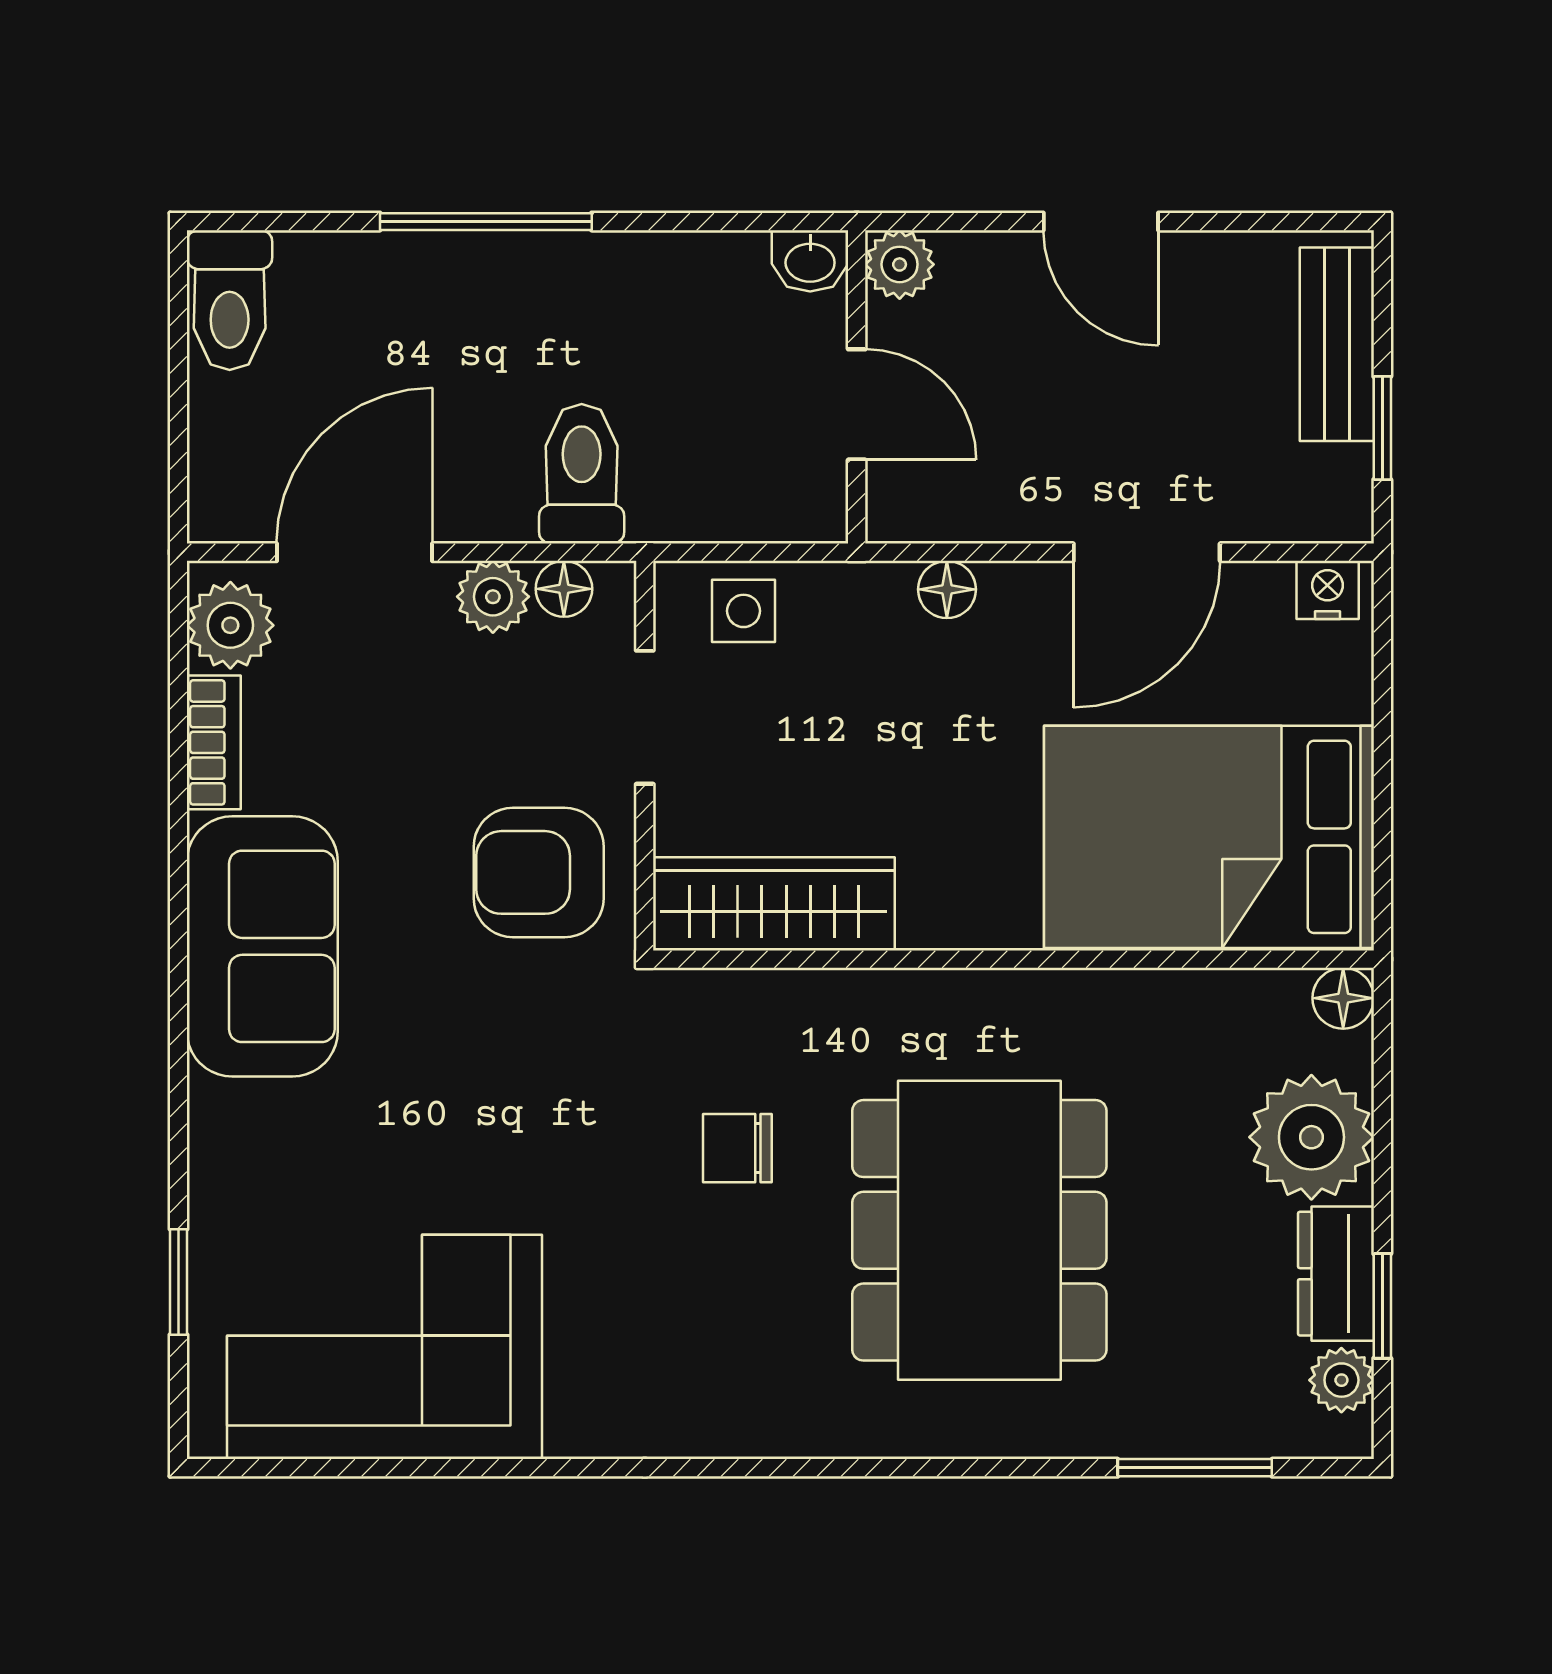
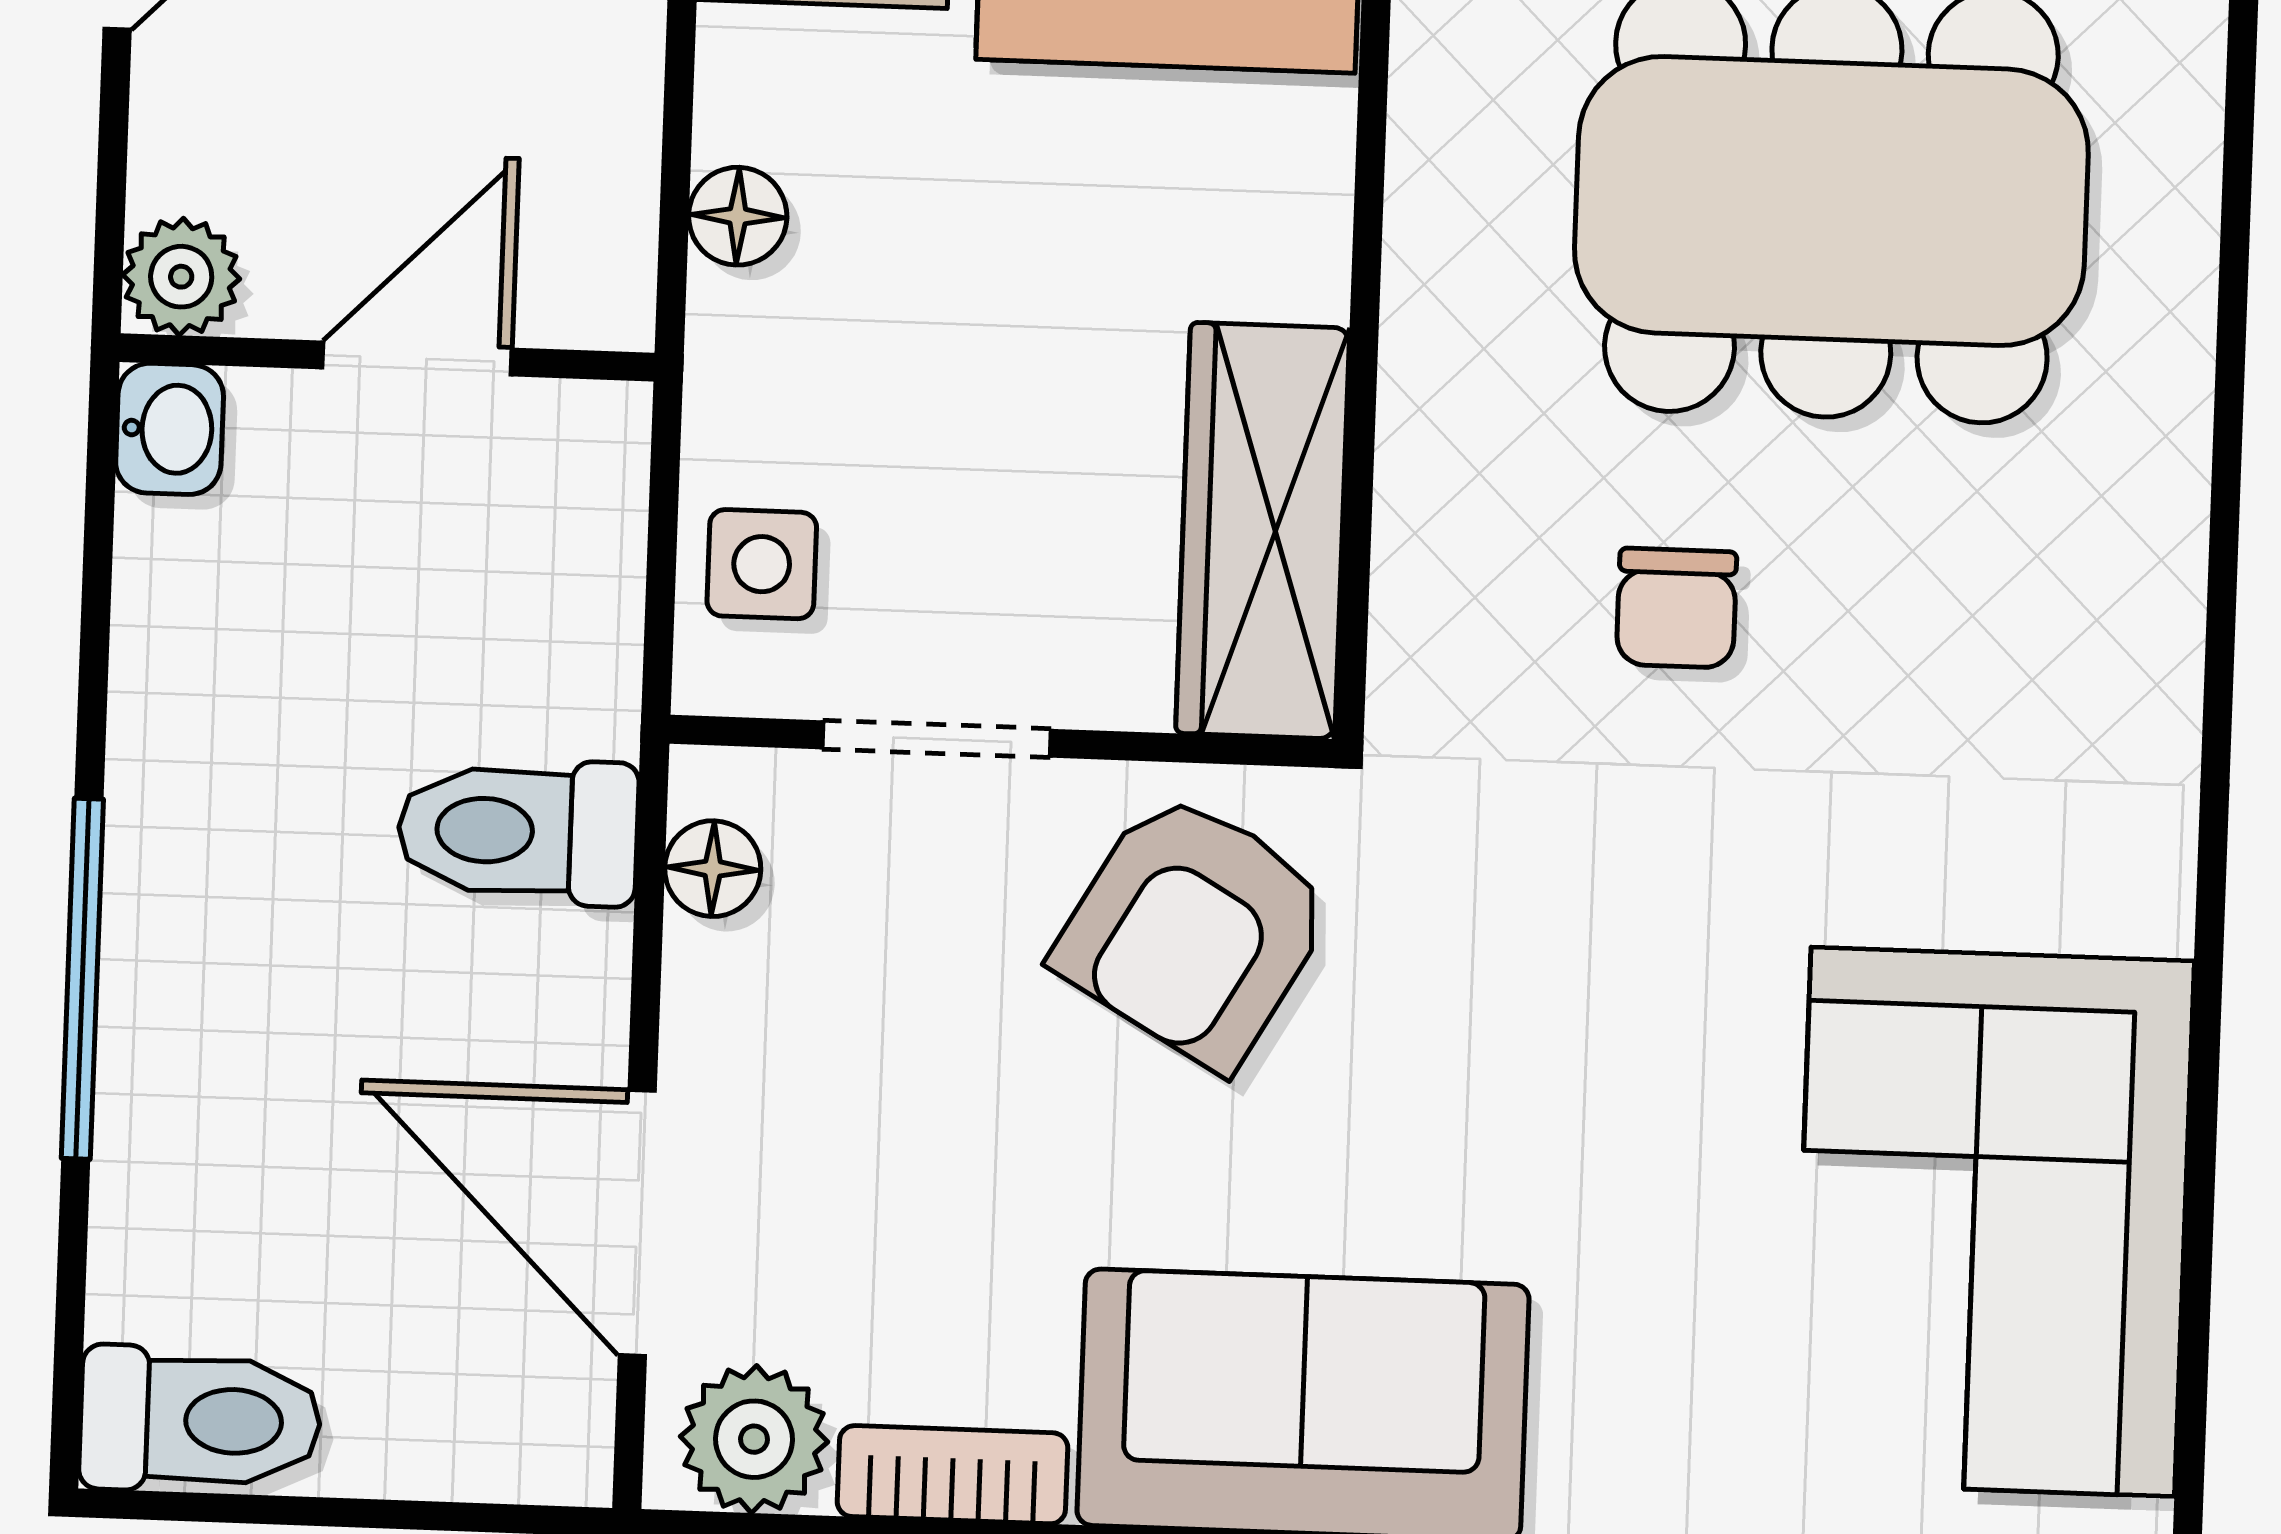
plant: (493, 597) -> (722, 990), removed
armchair: (539, 872) -> (1194, 929), turned 30

